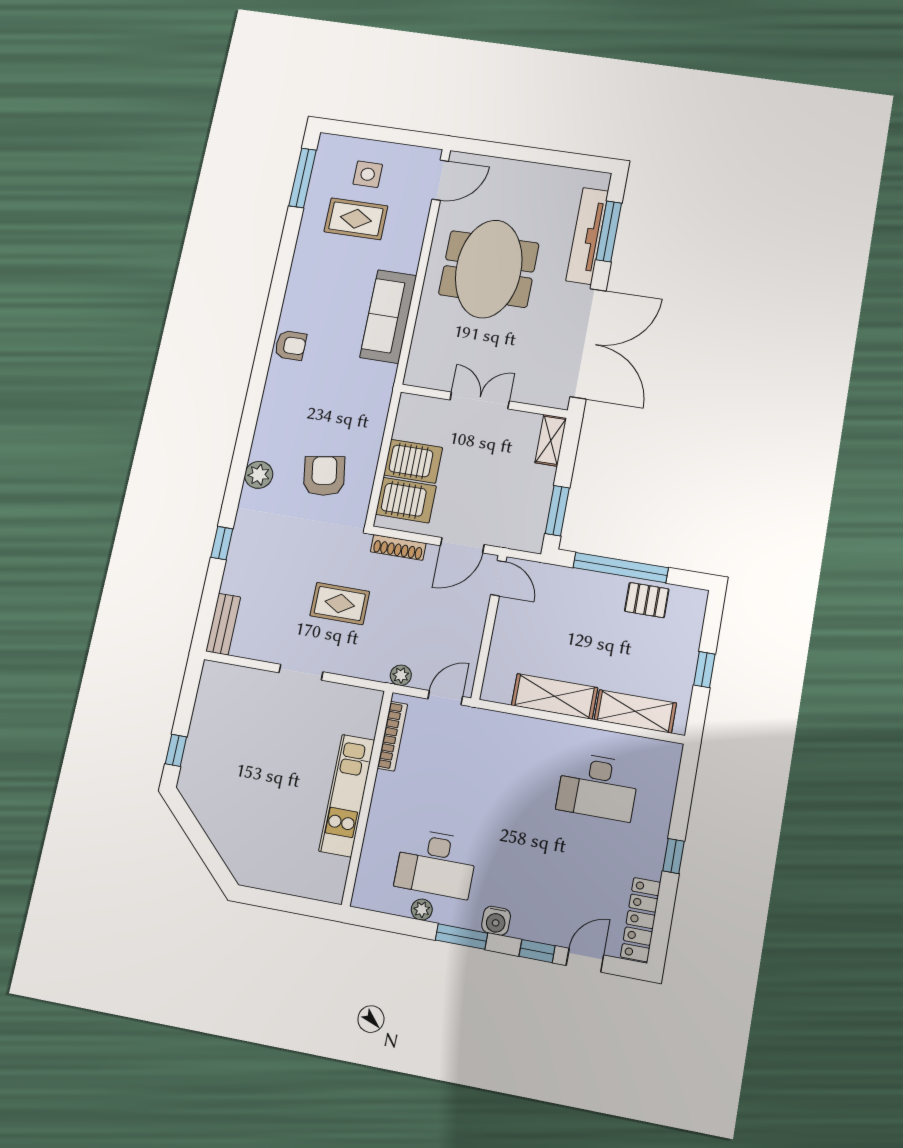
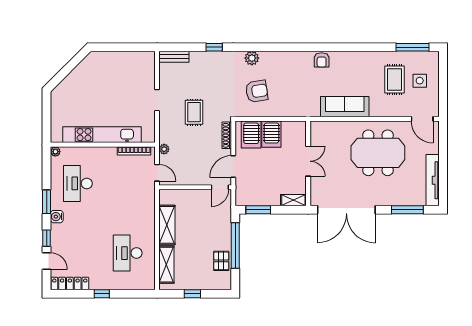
tv unit: (587, 236) -> (433, 180), moved, turned -90
door: (462, 545) -> (233, 167), hinge flipped
window: (176, 750) -> (108, 47), removed
kitchen unit: (347, 795) -> (102, 135), width x1.36
plant: (422, 910) -> (55, 152), moved

